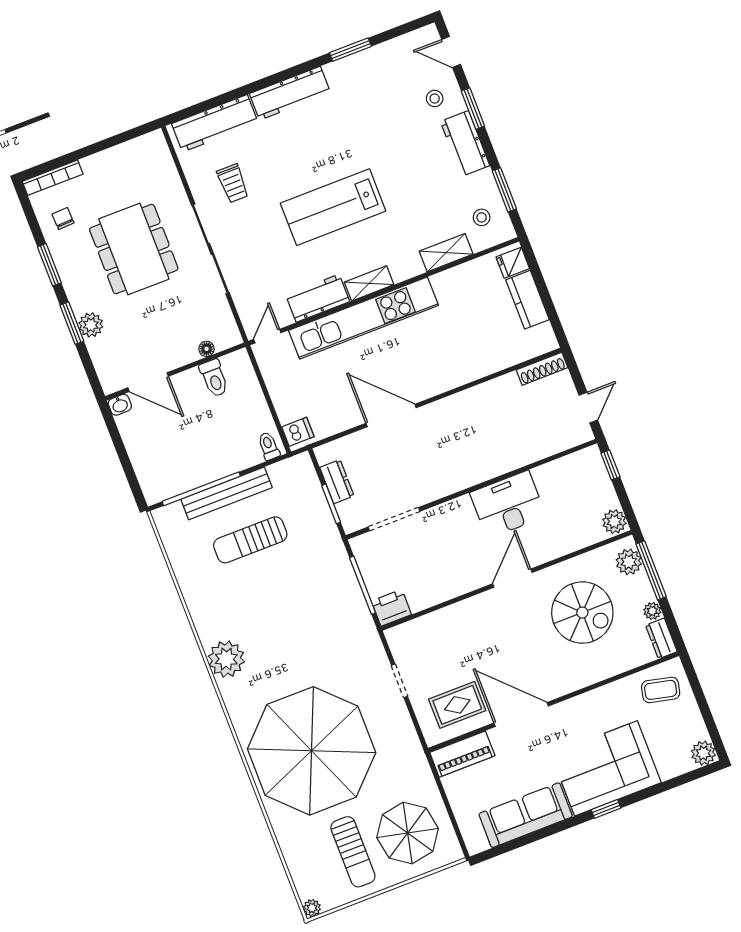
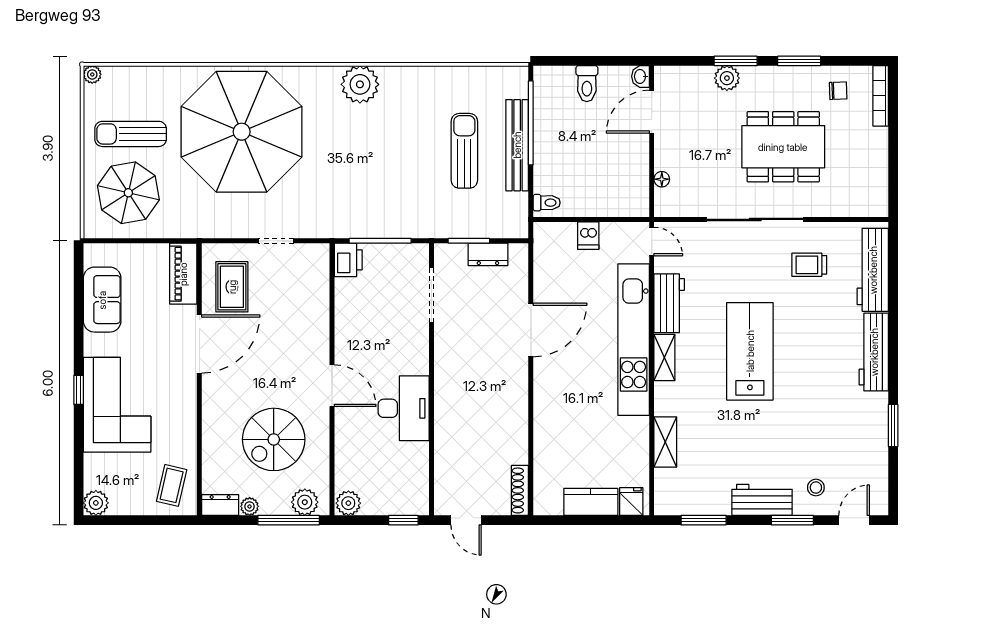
stool: (482, 217) -> (686, 489), removed
toilet: (214, 378) -> (587, 84), moved, turned -90
dishwasher: (298, 432) -> (588, 236), moved
sofa: (526, 815) -> (102, 300), width x0.73

